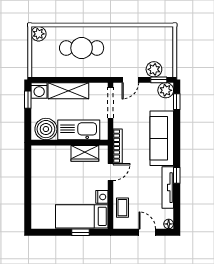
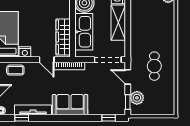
cafe table: (82, 48) -> (154, 66), moved, width x0.73, depth x0.74
plant: (166, 90) -> (119, 108), removed
sofa: (162, 138) -> (70, 105), width x0.73
wardrobe: (85, 153) -> (63, 37), width x1.50
window: (177, 175) -> (22, 118), moved

